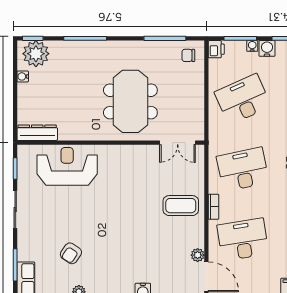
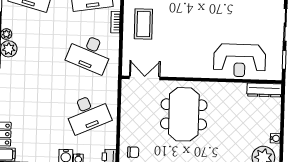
desk: (243, 169) -> (89, 53), turned 33
coffee table: (181, 206) -> (143, 24), turned 90

